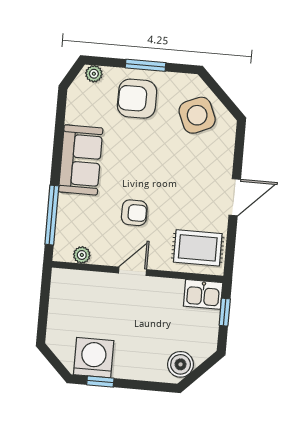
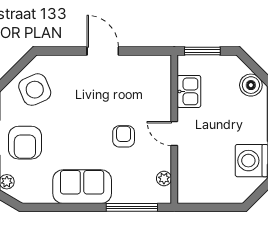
rug: (198, 248) -> (149, 79), removed
kitchen sink: (203, 294) -> (189, 91), moved
window: (225, 312) -> (202, 51), width x1.50

